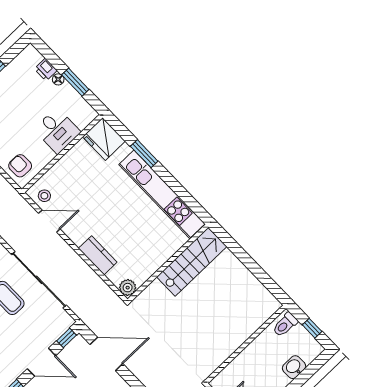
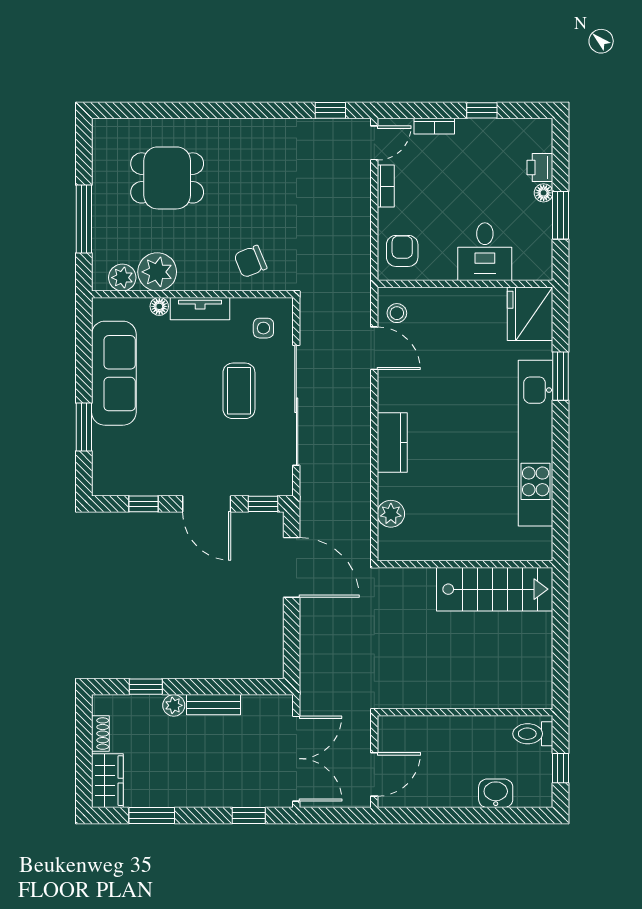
stairs: (192, 262) -> (495, 589), moved
wall: (168, 263) -> (465, 564), moved

